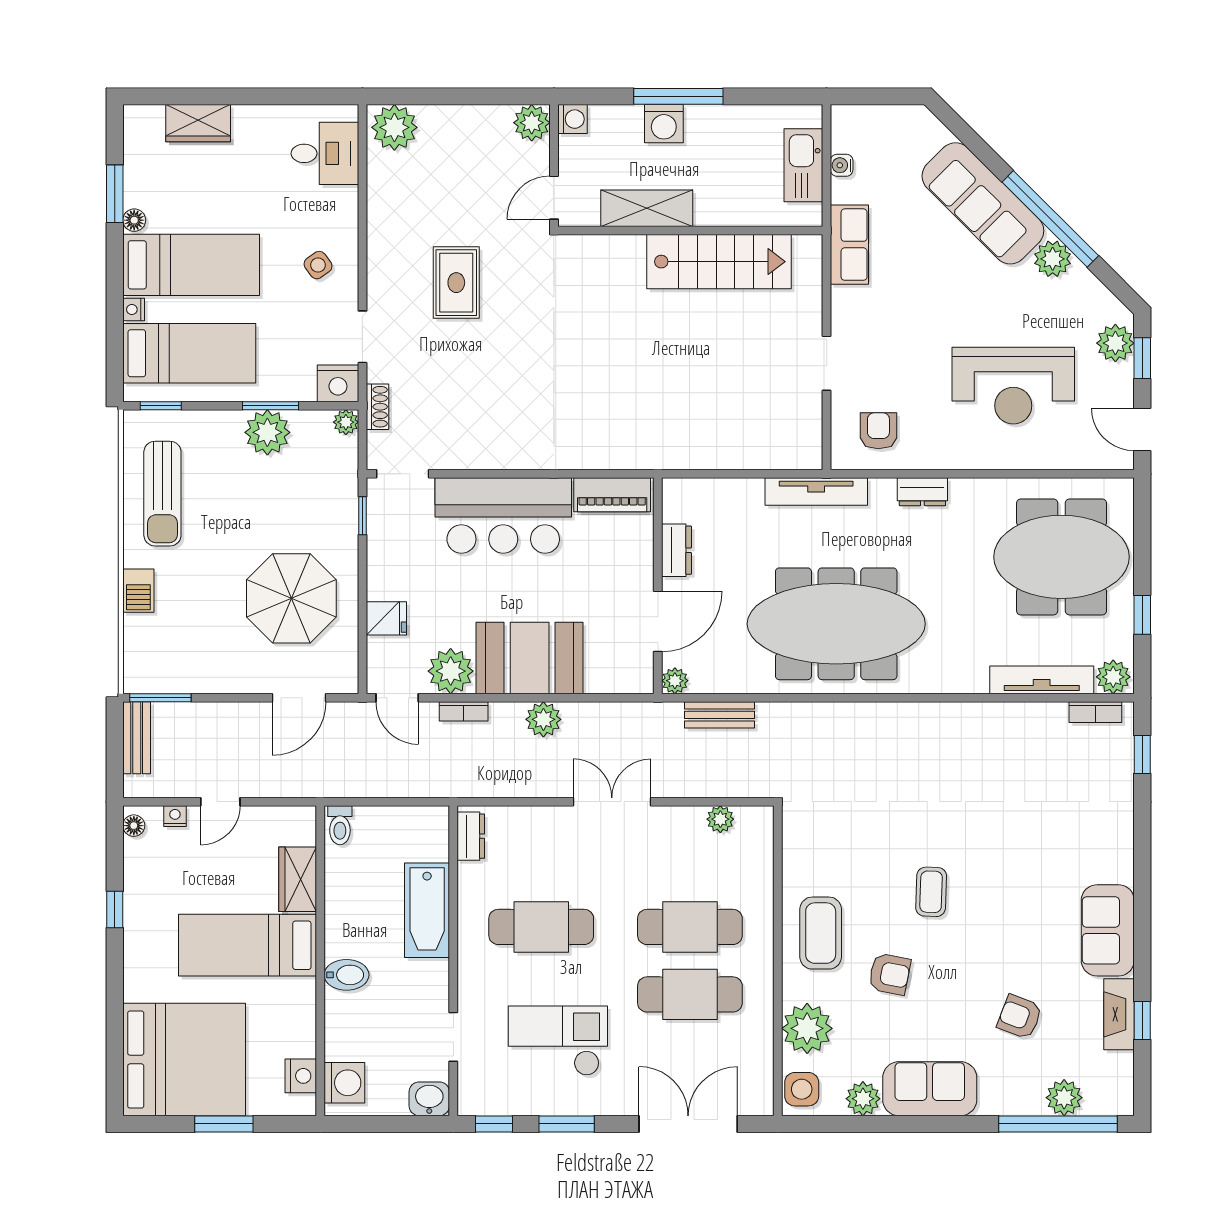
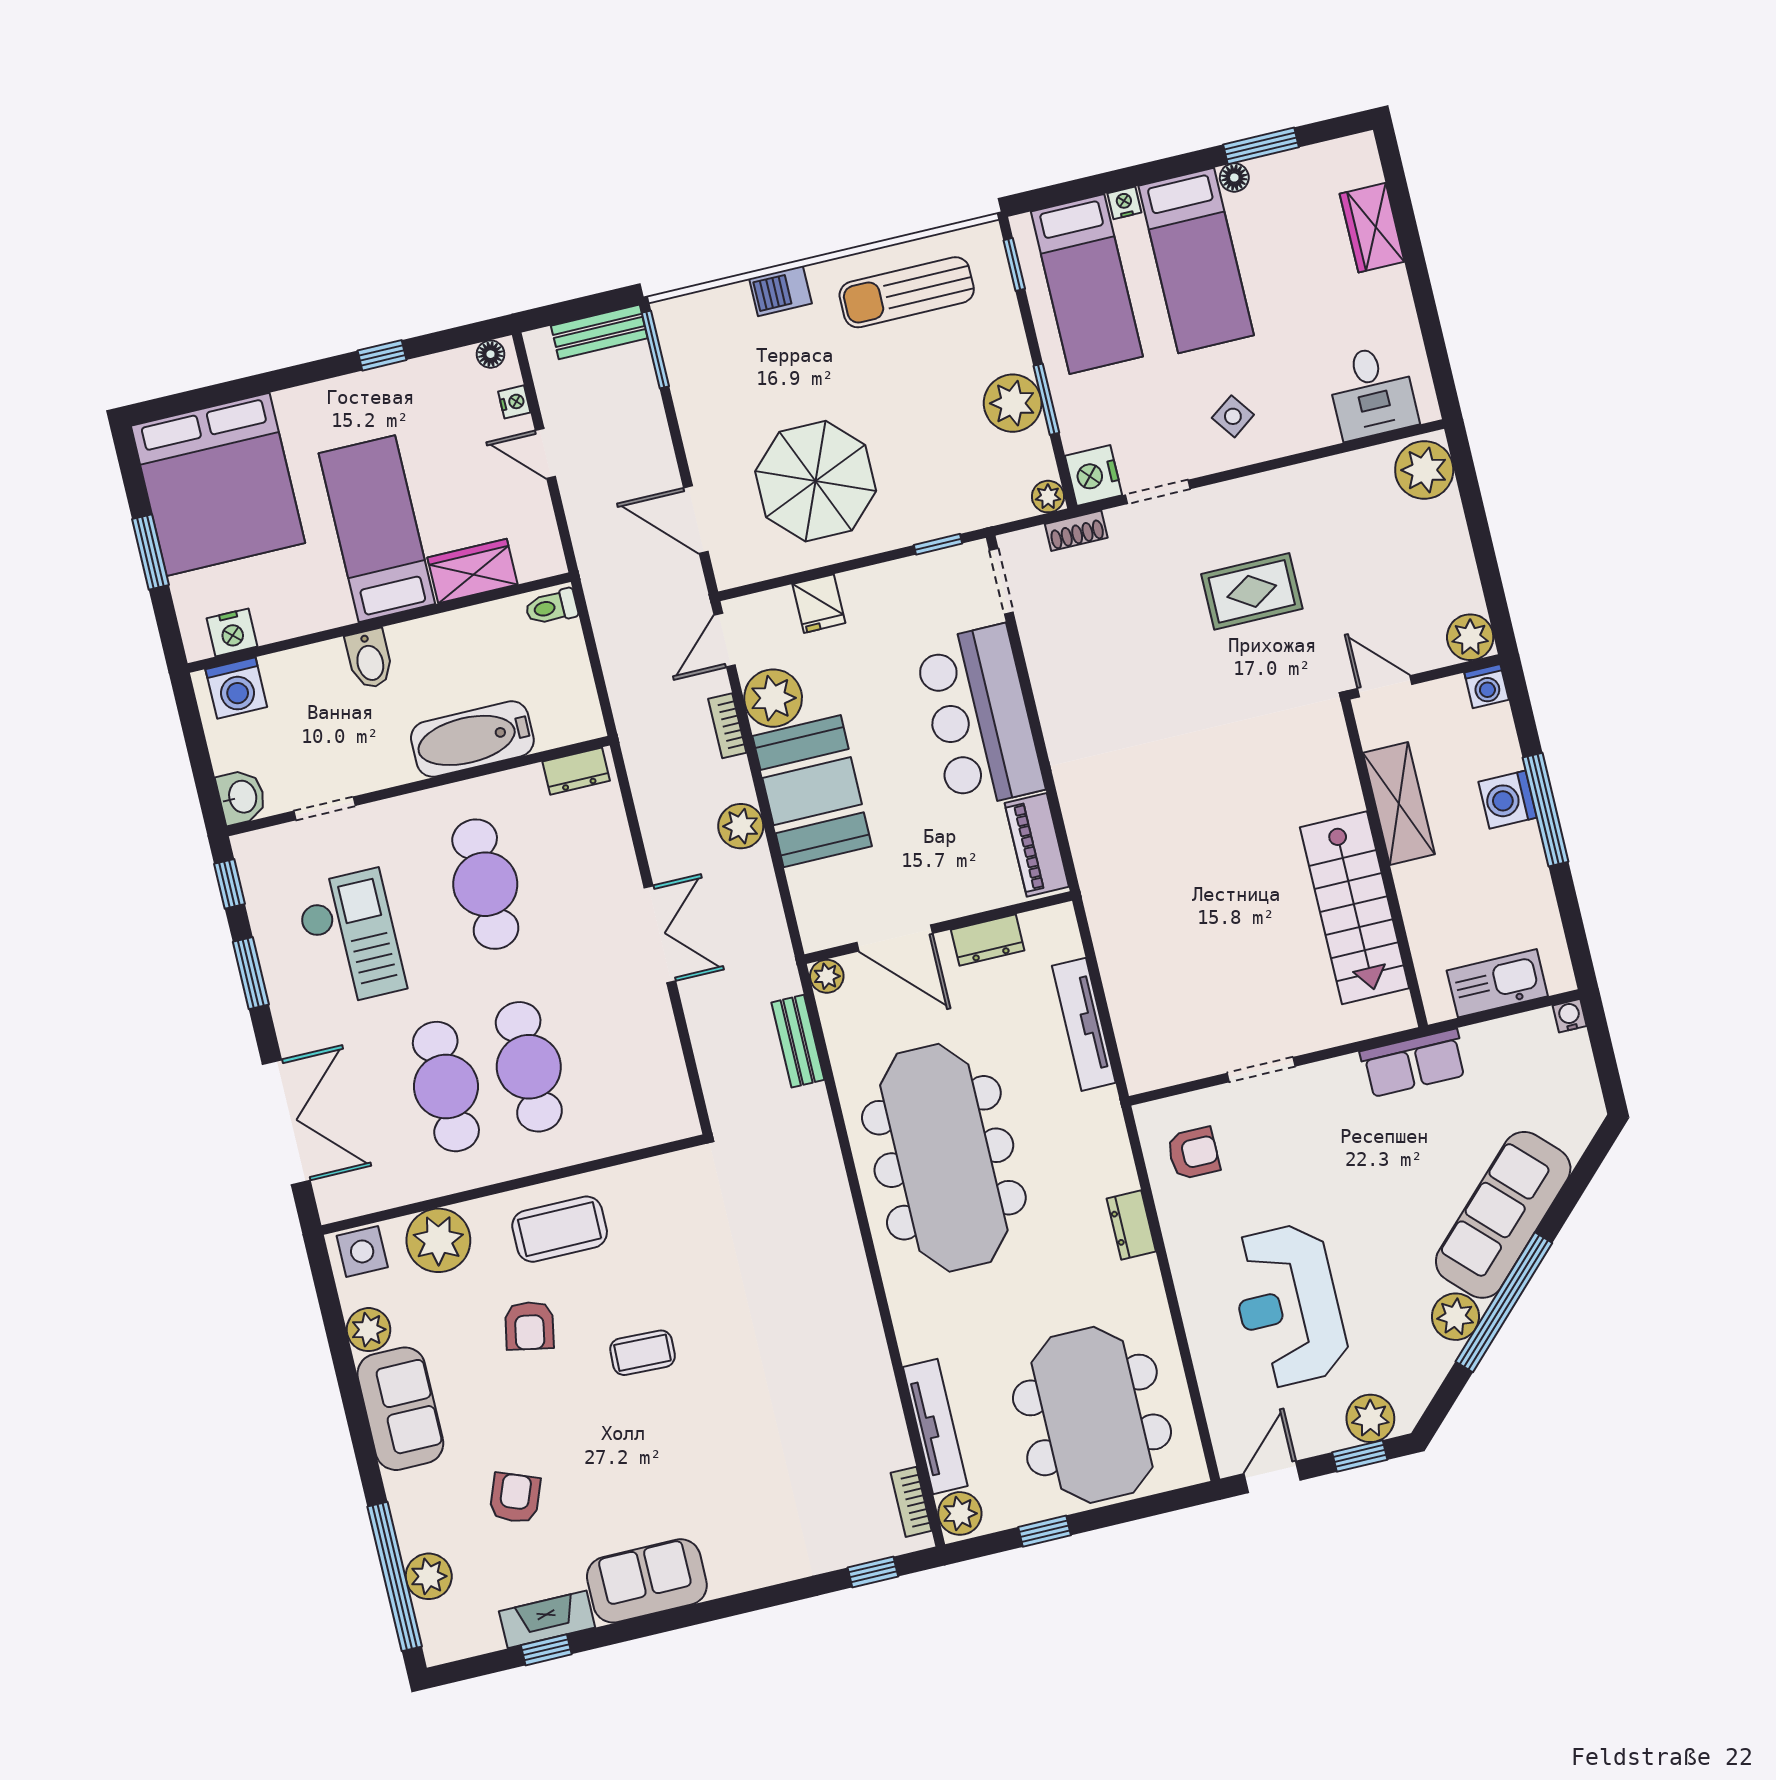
water cooler: (842, 165) -> (1570, 1016), moved
tv unit: (816, 492) -> (1084, 1024), moved
plant: (720, 819) -> (670, 1073), removed

